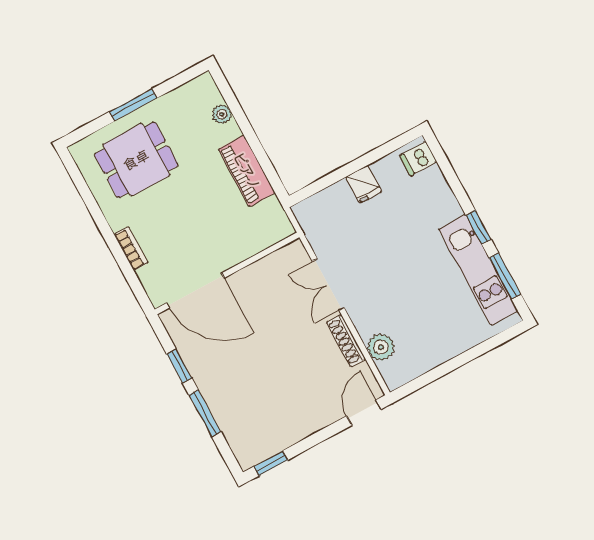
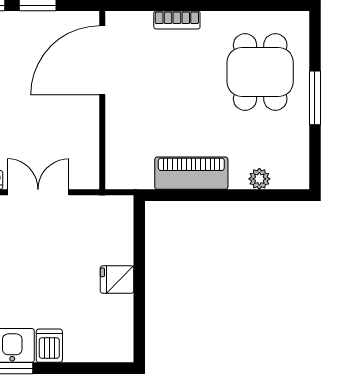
dishwasher: (418, 159) -> (49, 346), moved

